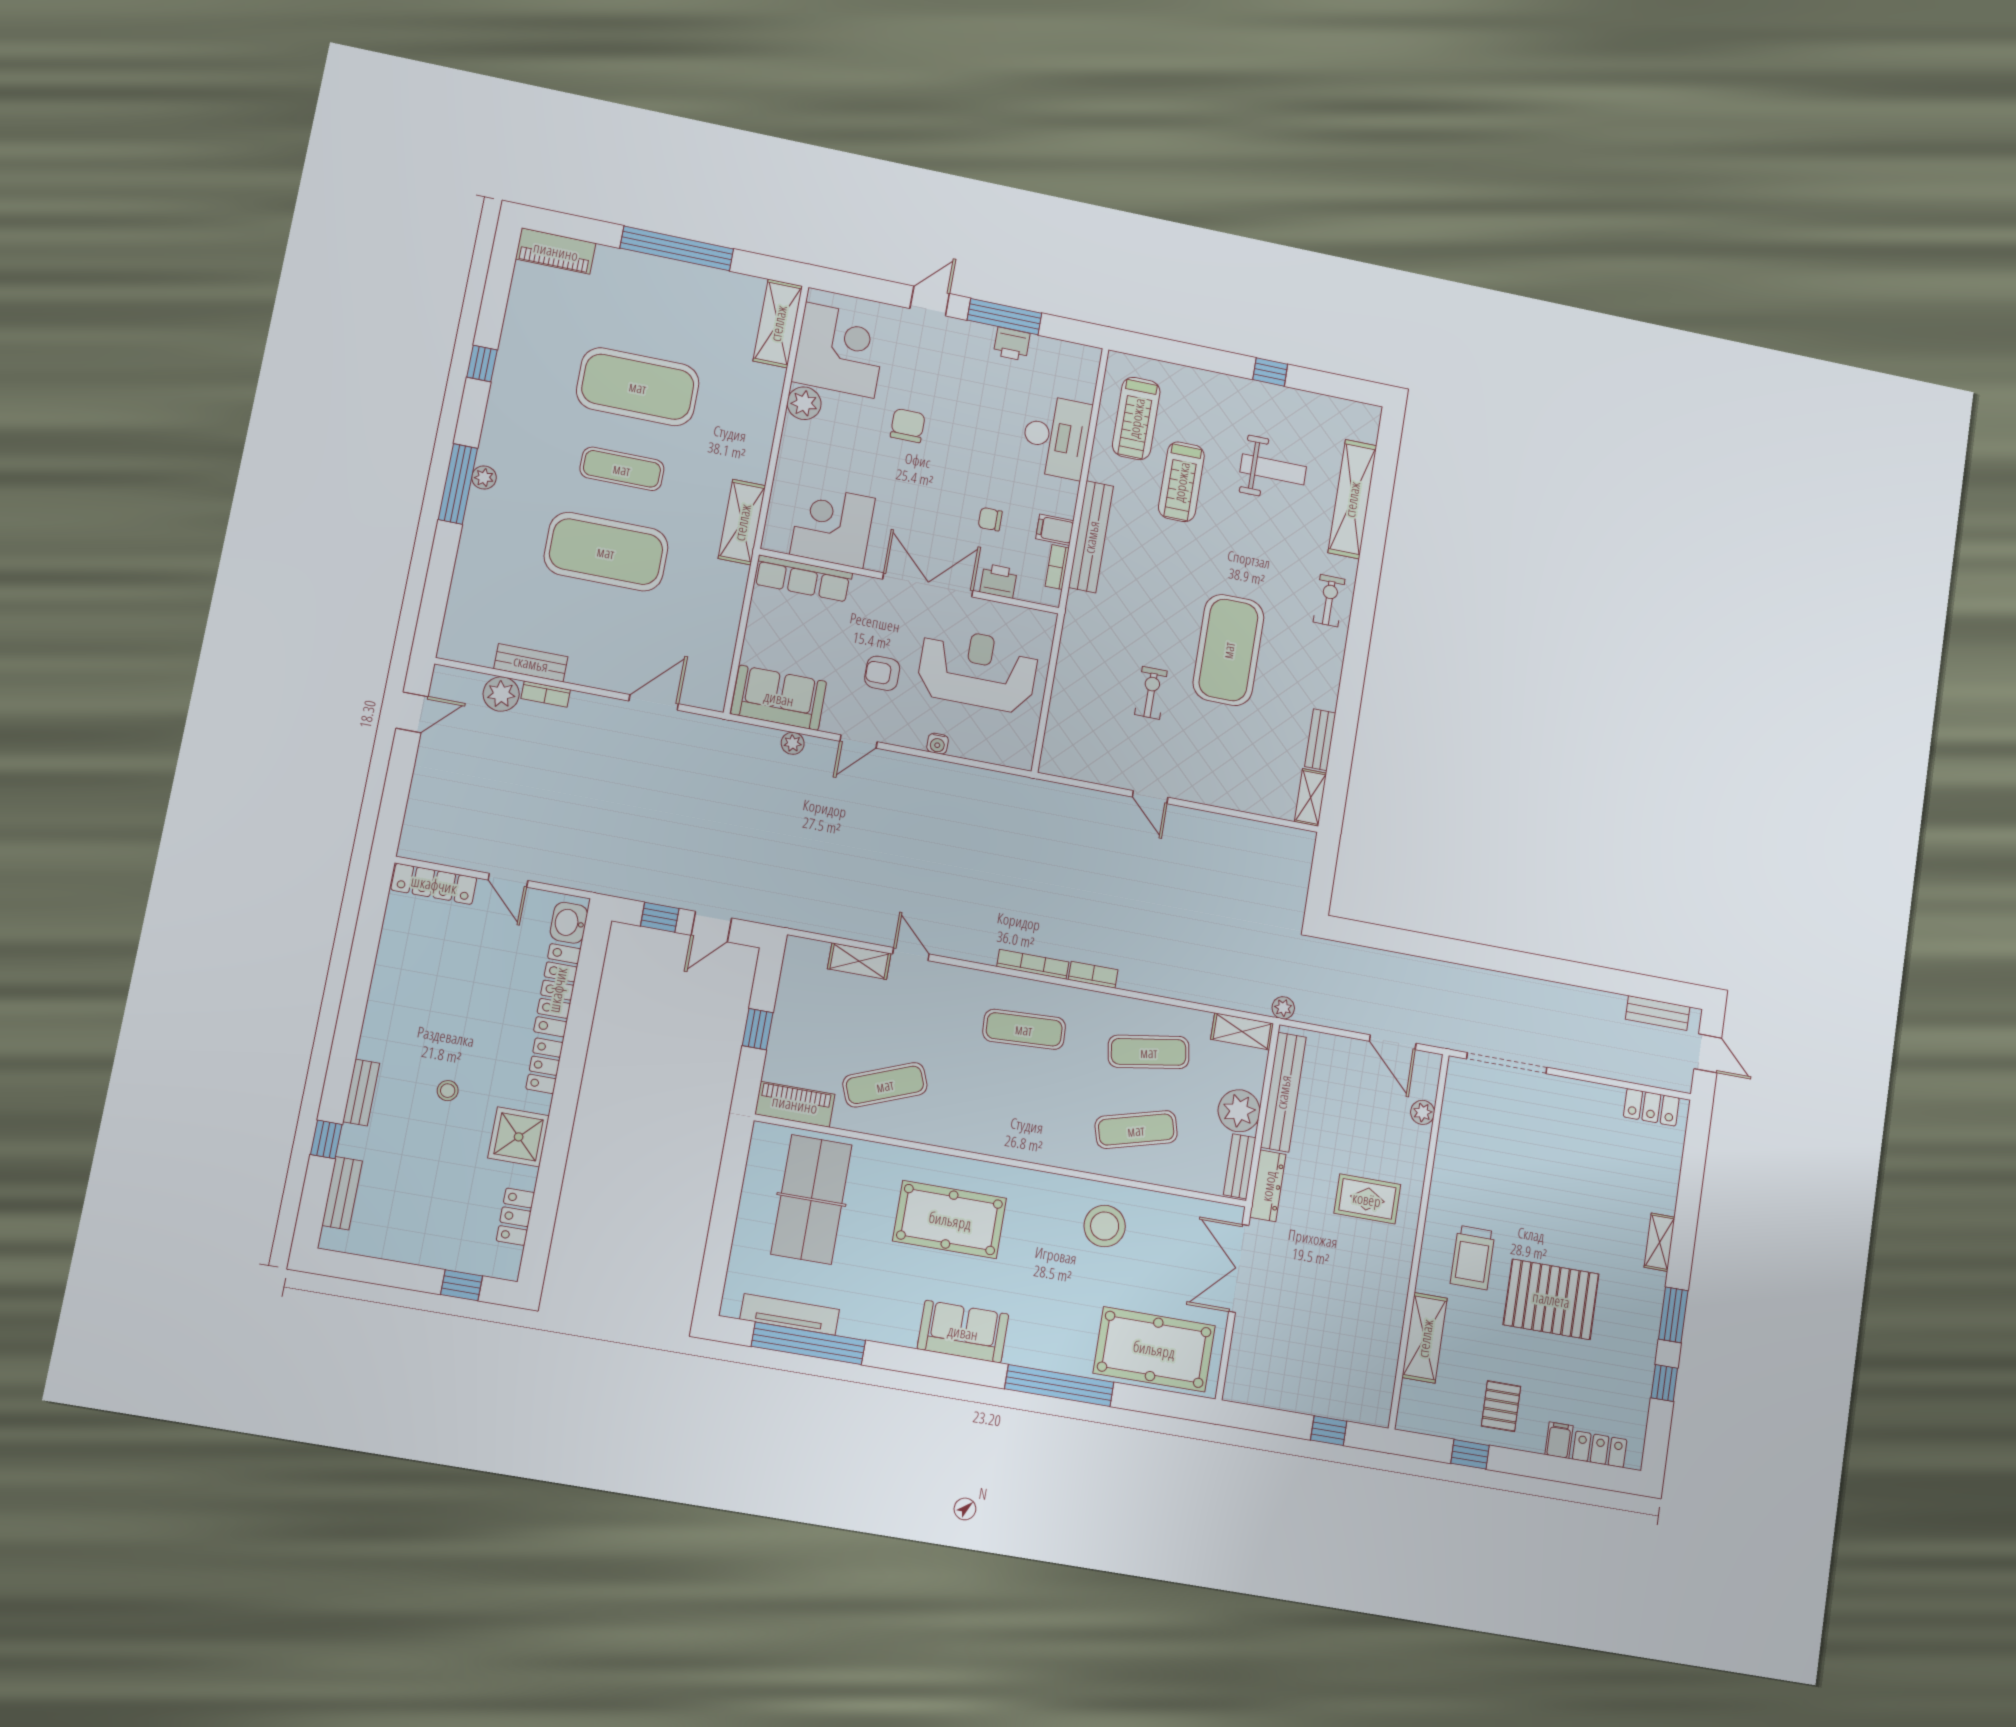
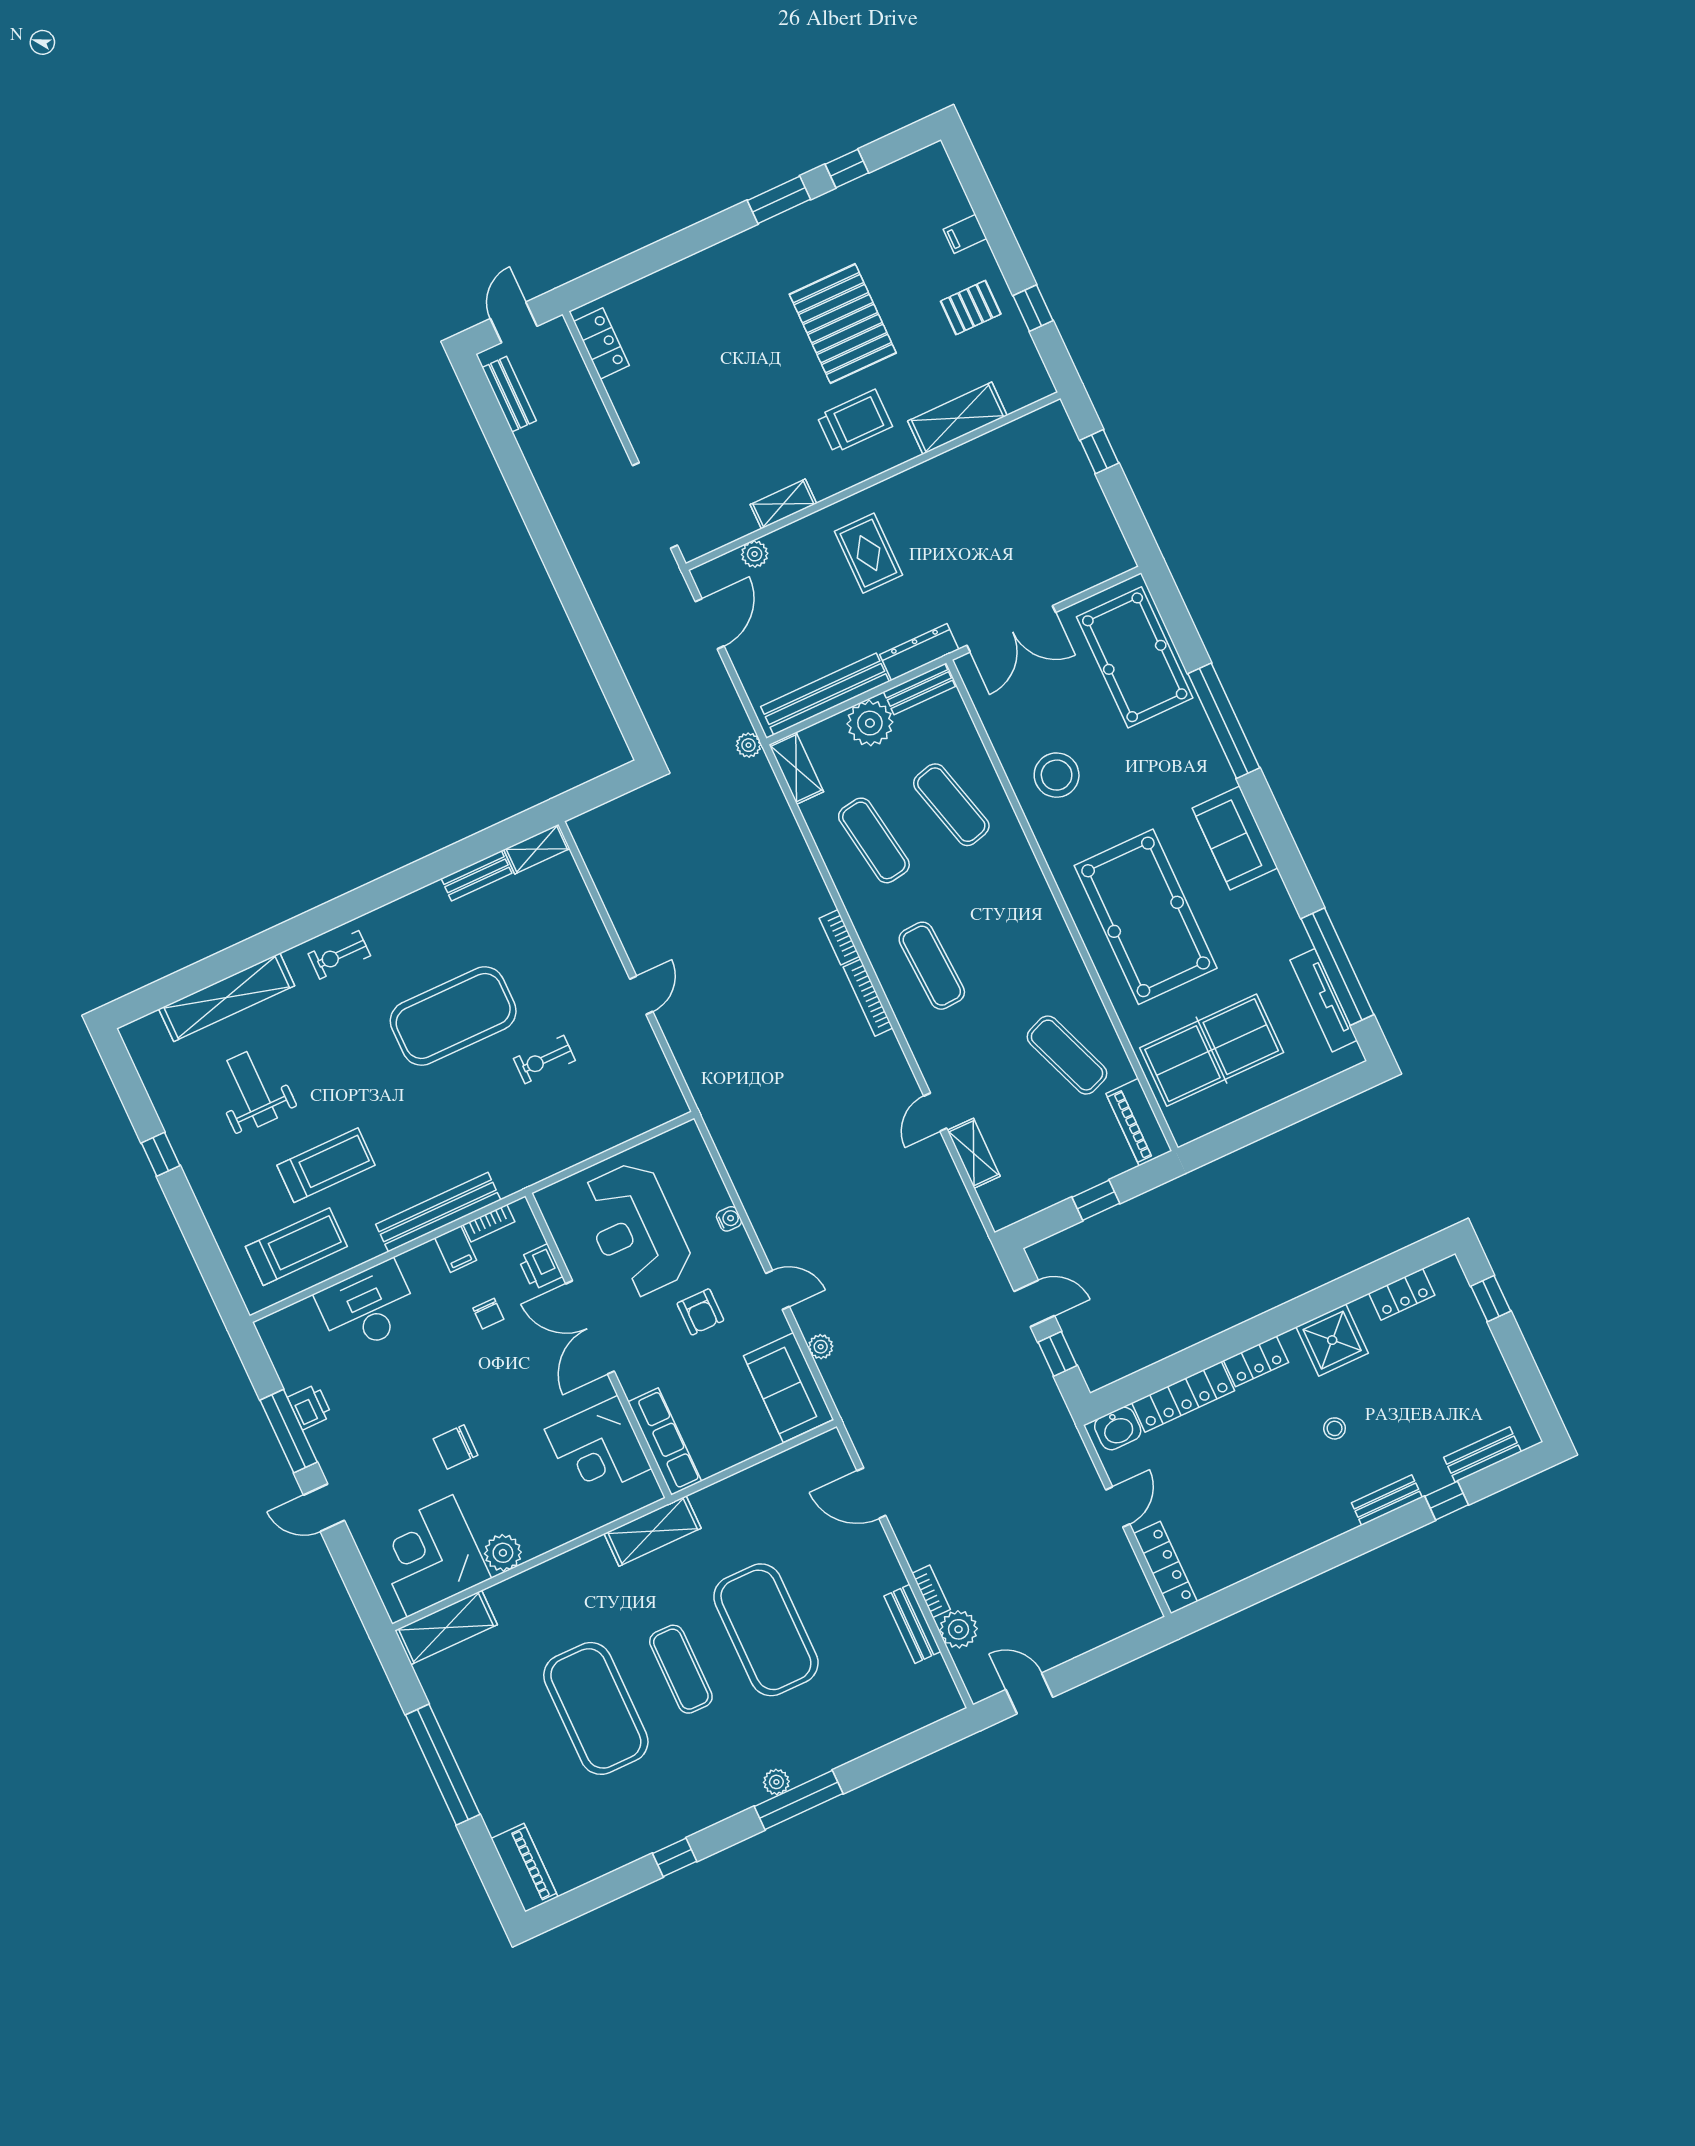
pool table: (950, 1220) -> (1146, 917), width x1.36, depth x1.32
shelving: (1659, 1242) -> (783, 504), moved
locker: (1600, 1449) -> (948, 191), removed

